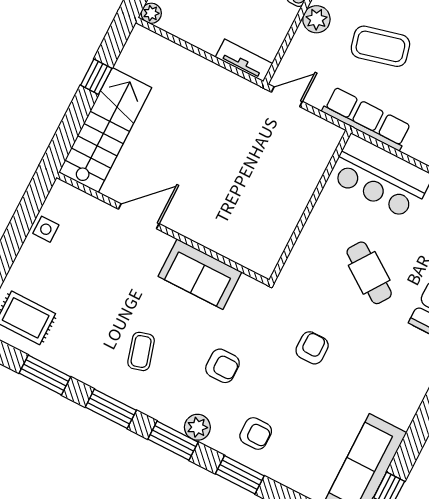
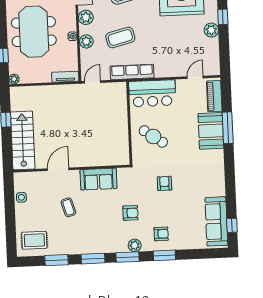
cafe table: (369, 273) -> (153, 136), moved
coffee table: (141, 351) -> (68, 207), moved

